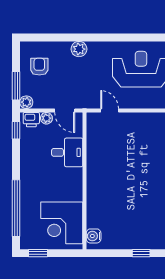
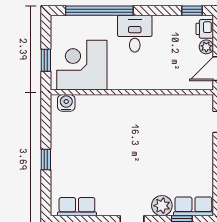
desk: (67, 152) -> (135, 34), moved, turned 180
window: (38, 253) -> (46, 60), moved

